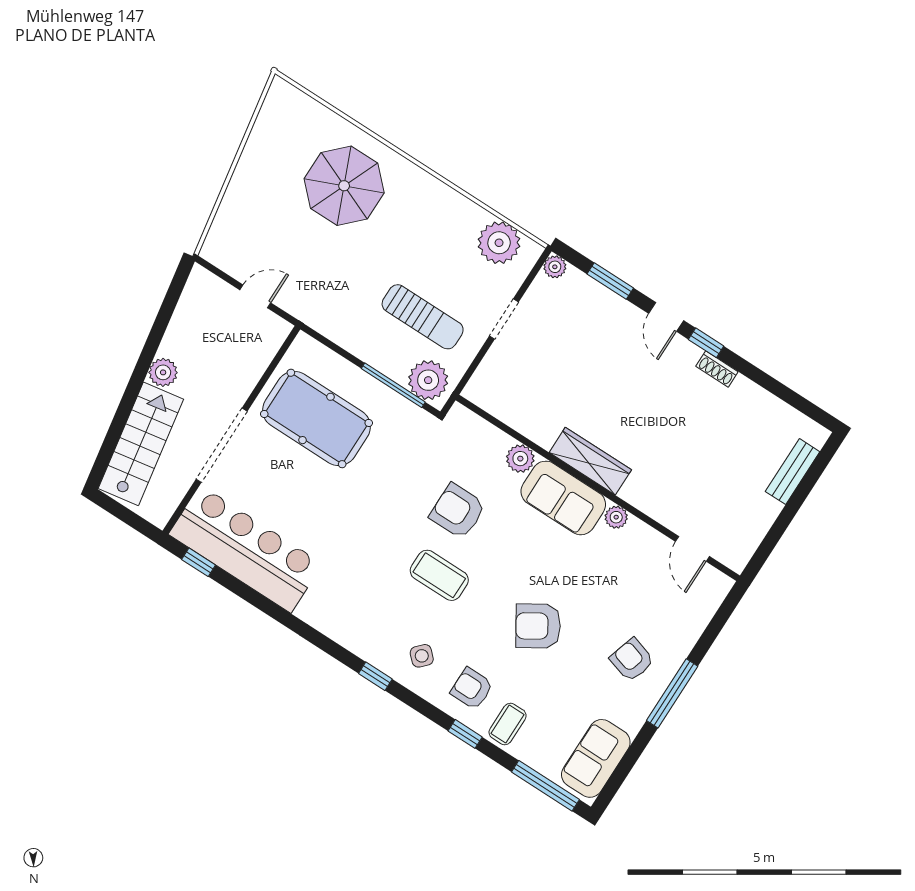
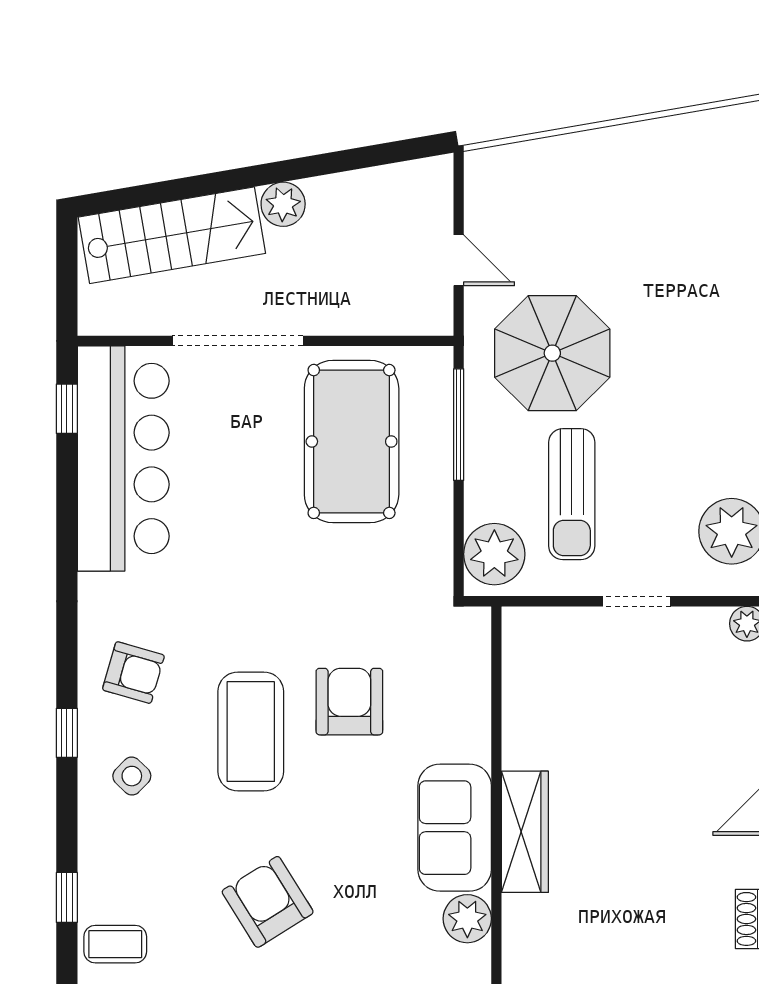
parasol: (344, 186) -> (552, 353), moved
window: (393, 385) -> (459, 425), moved
plant: (520, 459) -> (470, 739), removed
plant: (616, 517) -> (467, 919), width x1.38, depth x1.38
coffee table: (439, 575) -> (251, 731), width x1.36, depth x1.32
armchair: (472, 689) -> (133, 673), moved, turned 106

